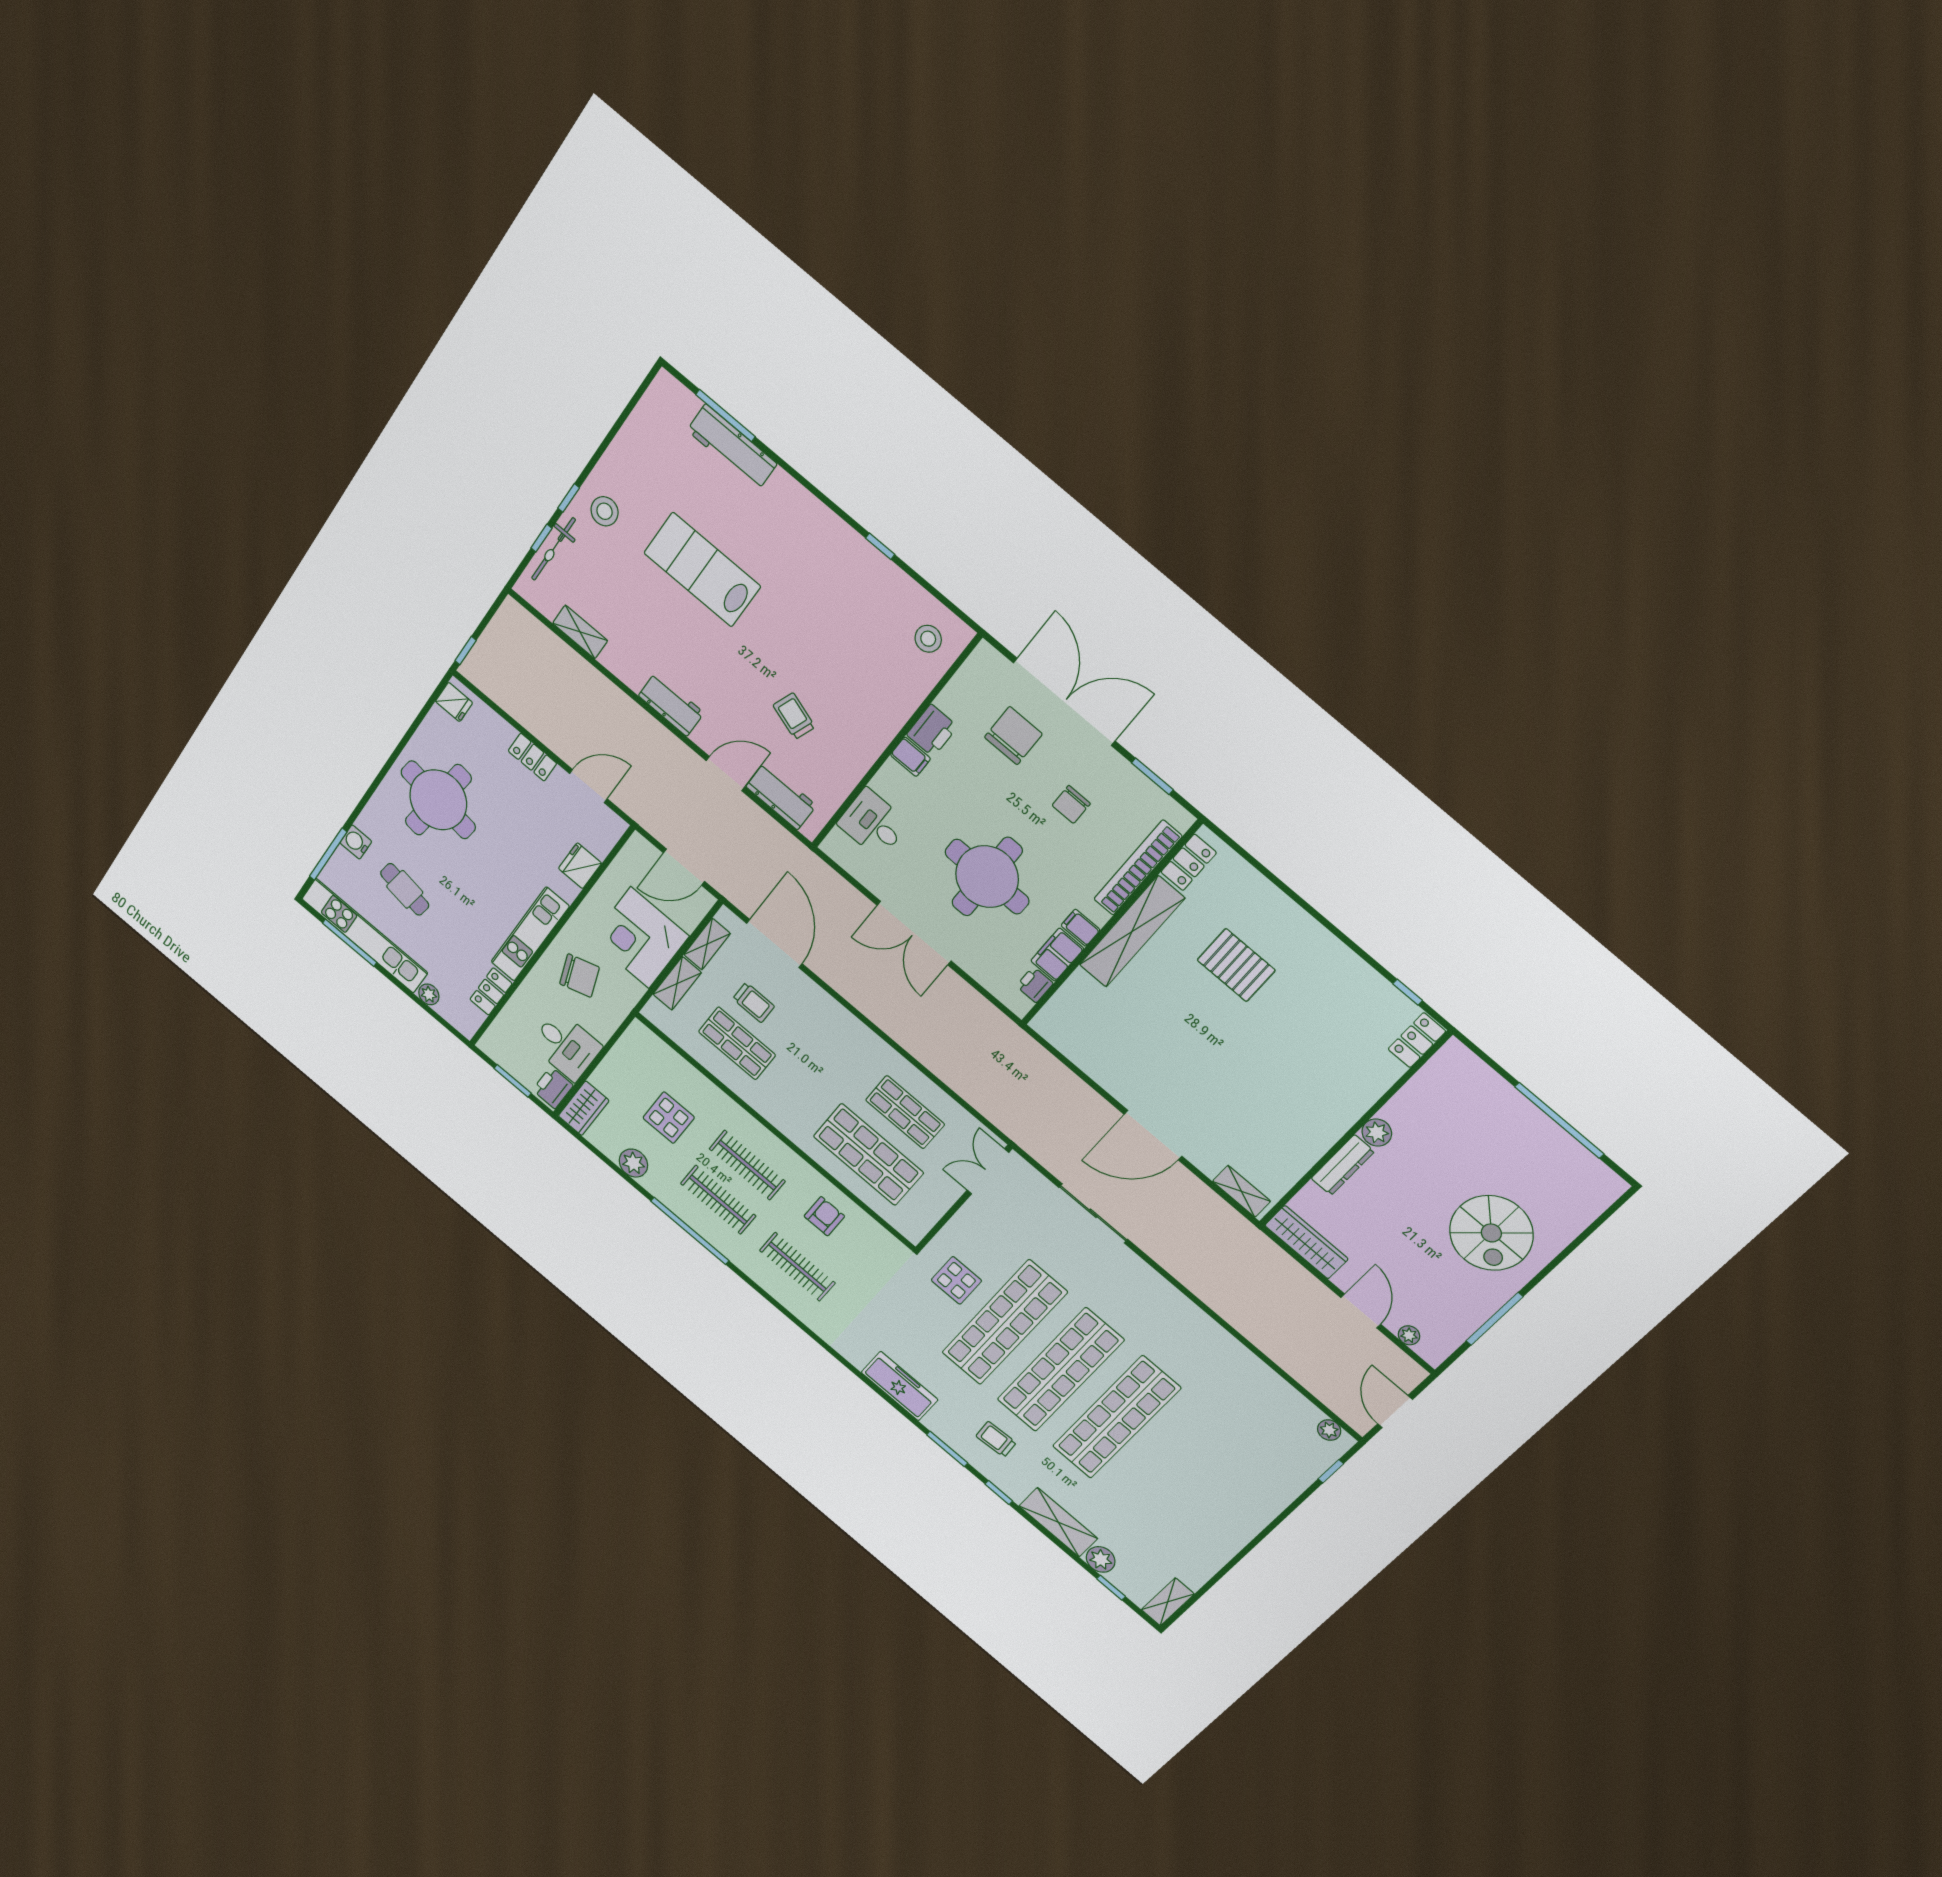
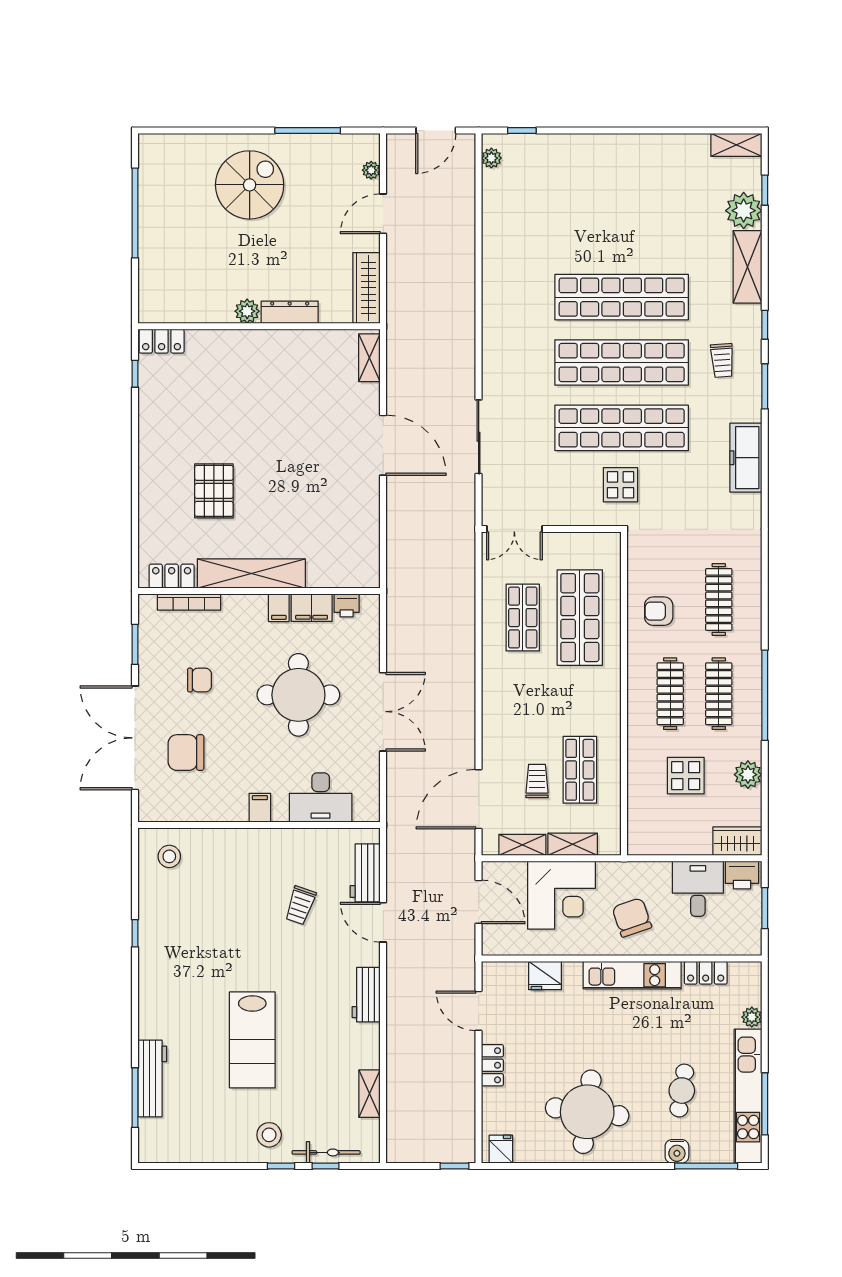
printer: (932, 731) -> (229, 807), removed
desk: (873, 823) -> (321, 797), width x1.37
bookcase: (1138, 868) -> (189, 602), width x0.68, depth x0.76
plant: (1101, 1559) -> (744, 211), width x1.36, depth x1.36

